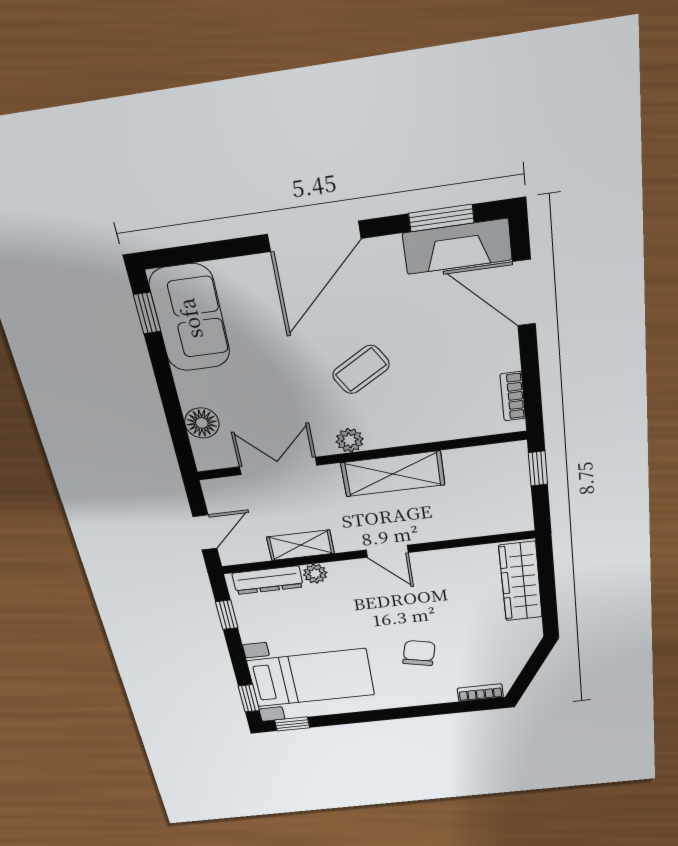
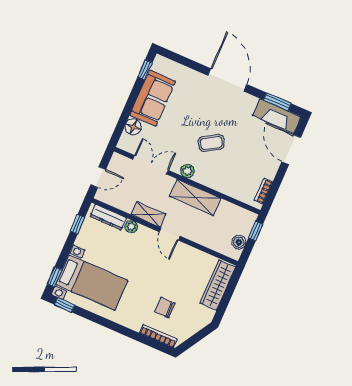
door: (314, 236) -> (227, 80), swing flipped
sofa: (190, 318) -> (153, 98), moved
boiler: (518, 501) -> (239, 242), added
shelving: (300, 545) -> (149, 214), moved
chair: (419, 653) -> (165, 308), moved, turned -103
bookcase: (480, 693) -> (158, 336), width x1.56

